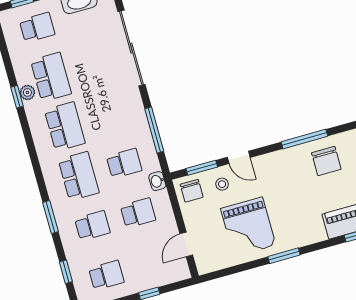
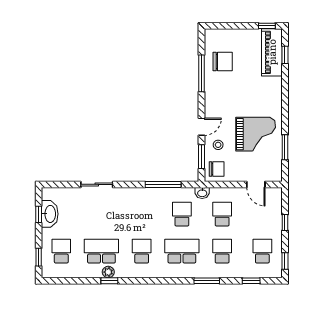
sliding door: (131, 48) -> (97, 184), width x0.54
school desk: (65, 126) -> (142, 251), width x0.54
window: (284, 256) -> (285, 147), moved

